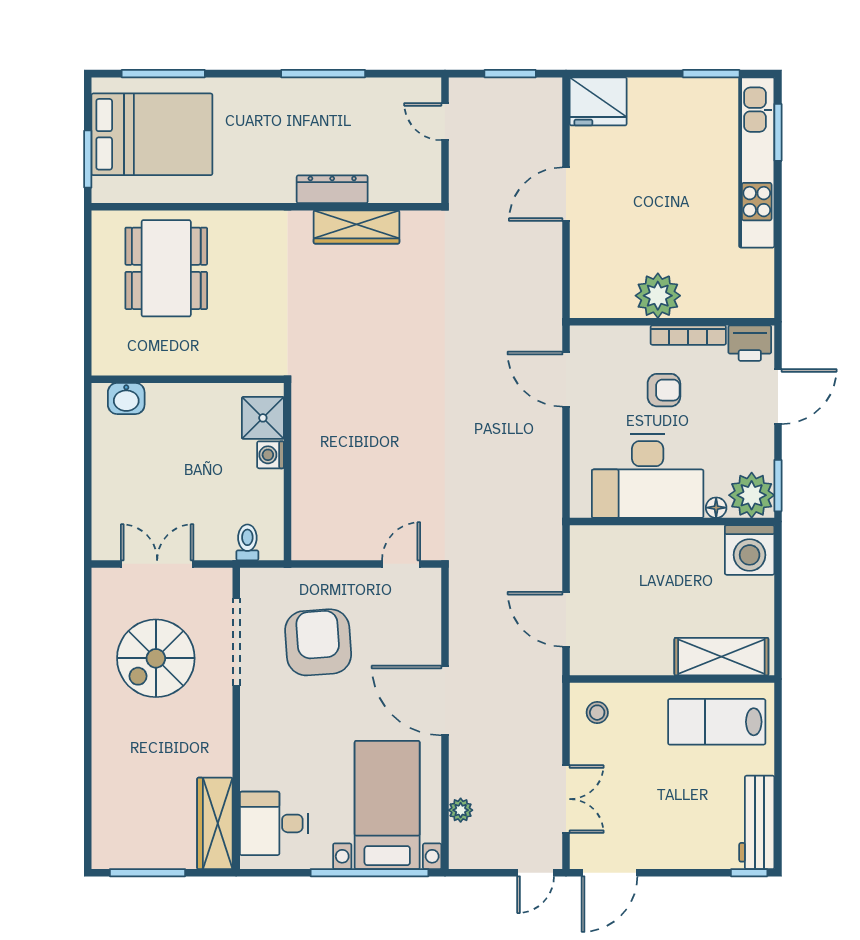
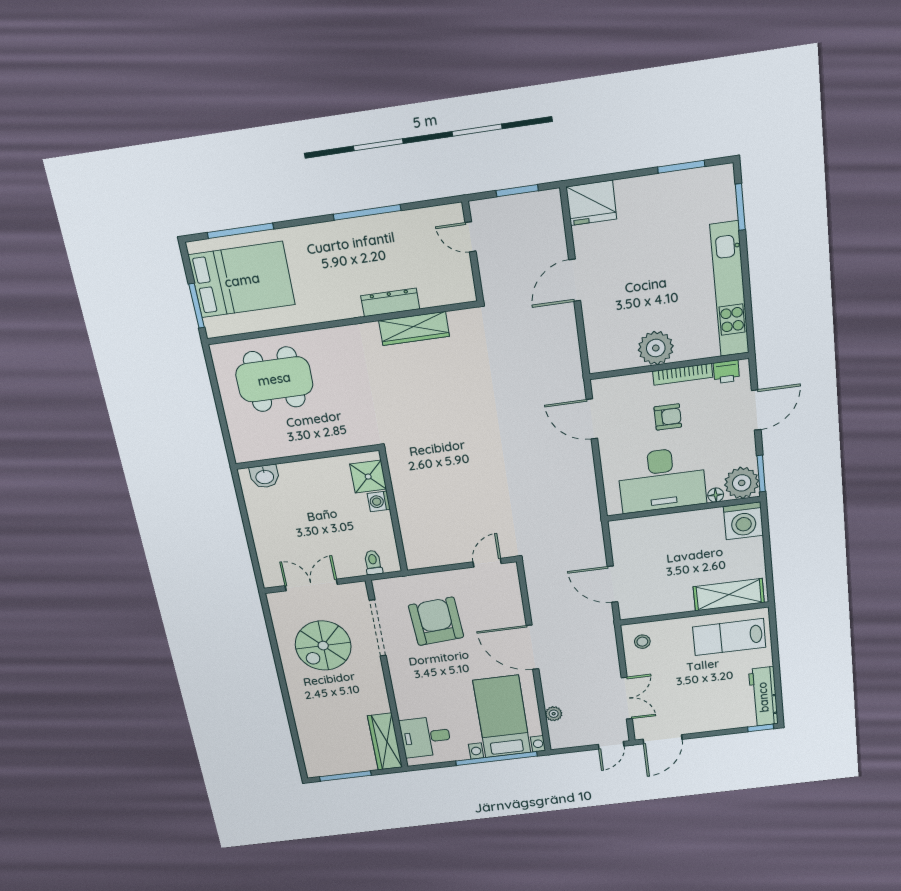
kitchen unit: (757, 162) -> (730, 289), moved
dining table: (166, 268) -> (274, 379), turned 90
printer: (750, 343) -> (726, 372), width x0.73, depth x0.81

